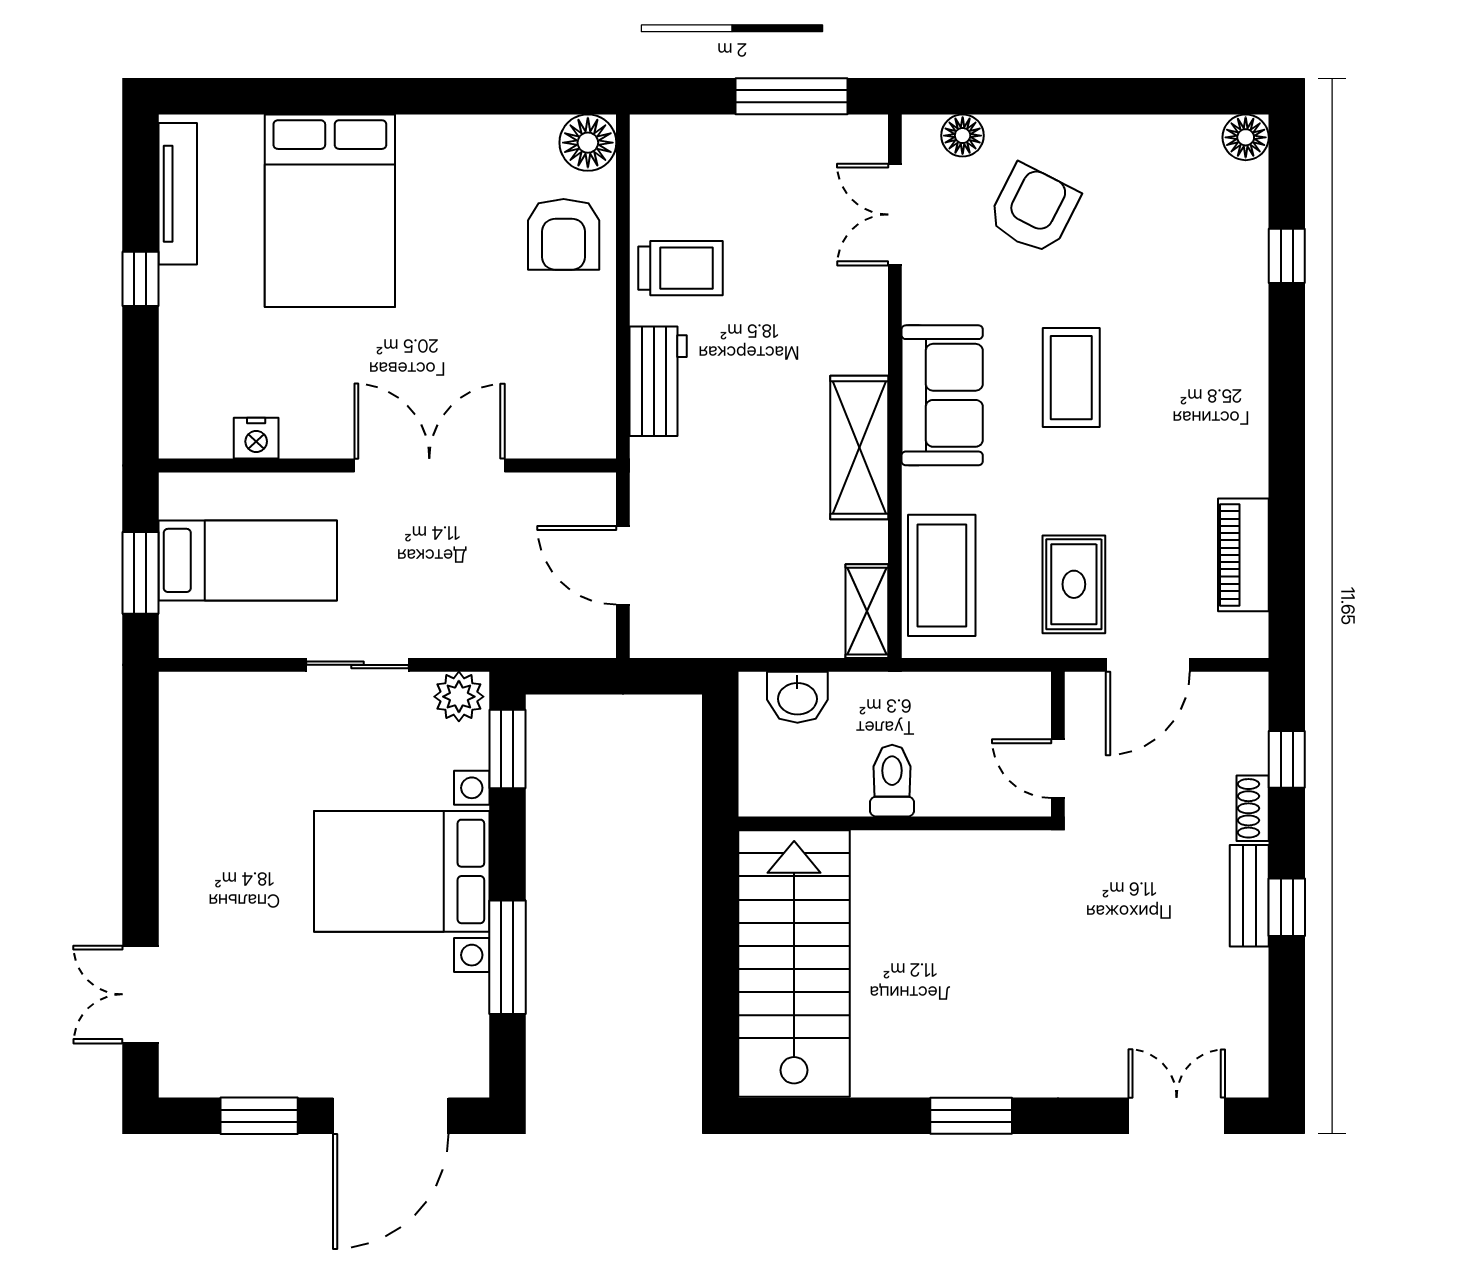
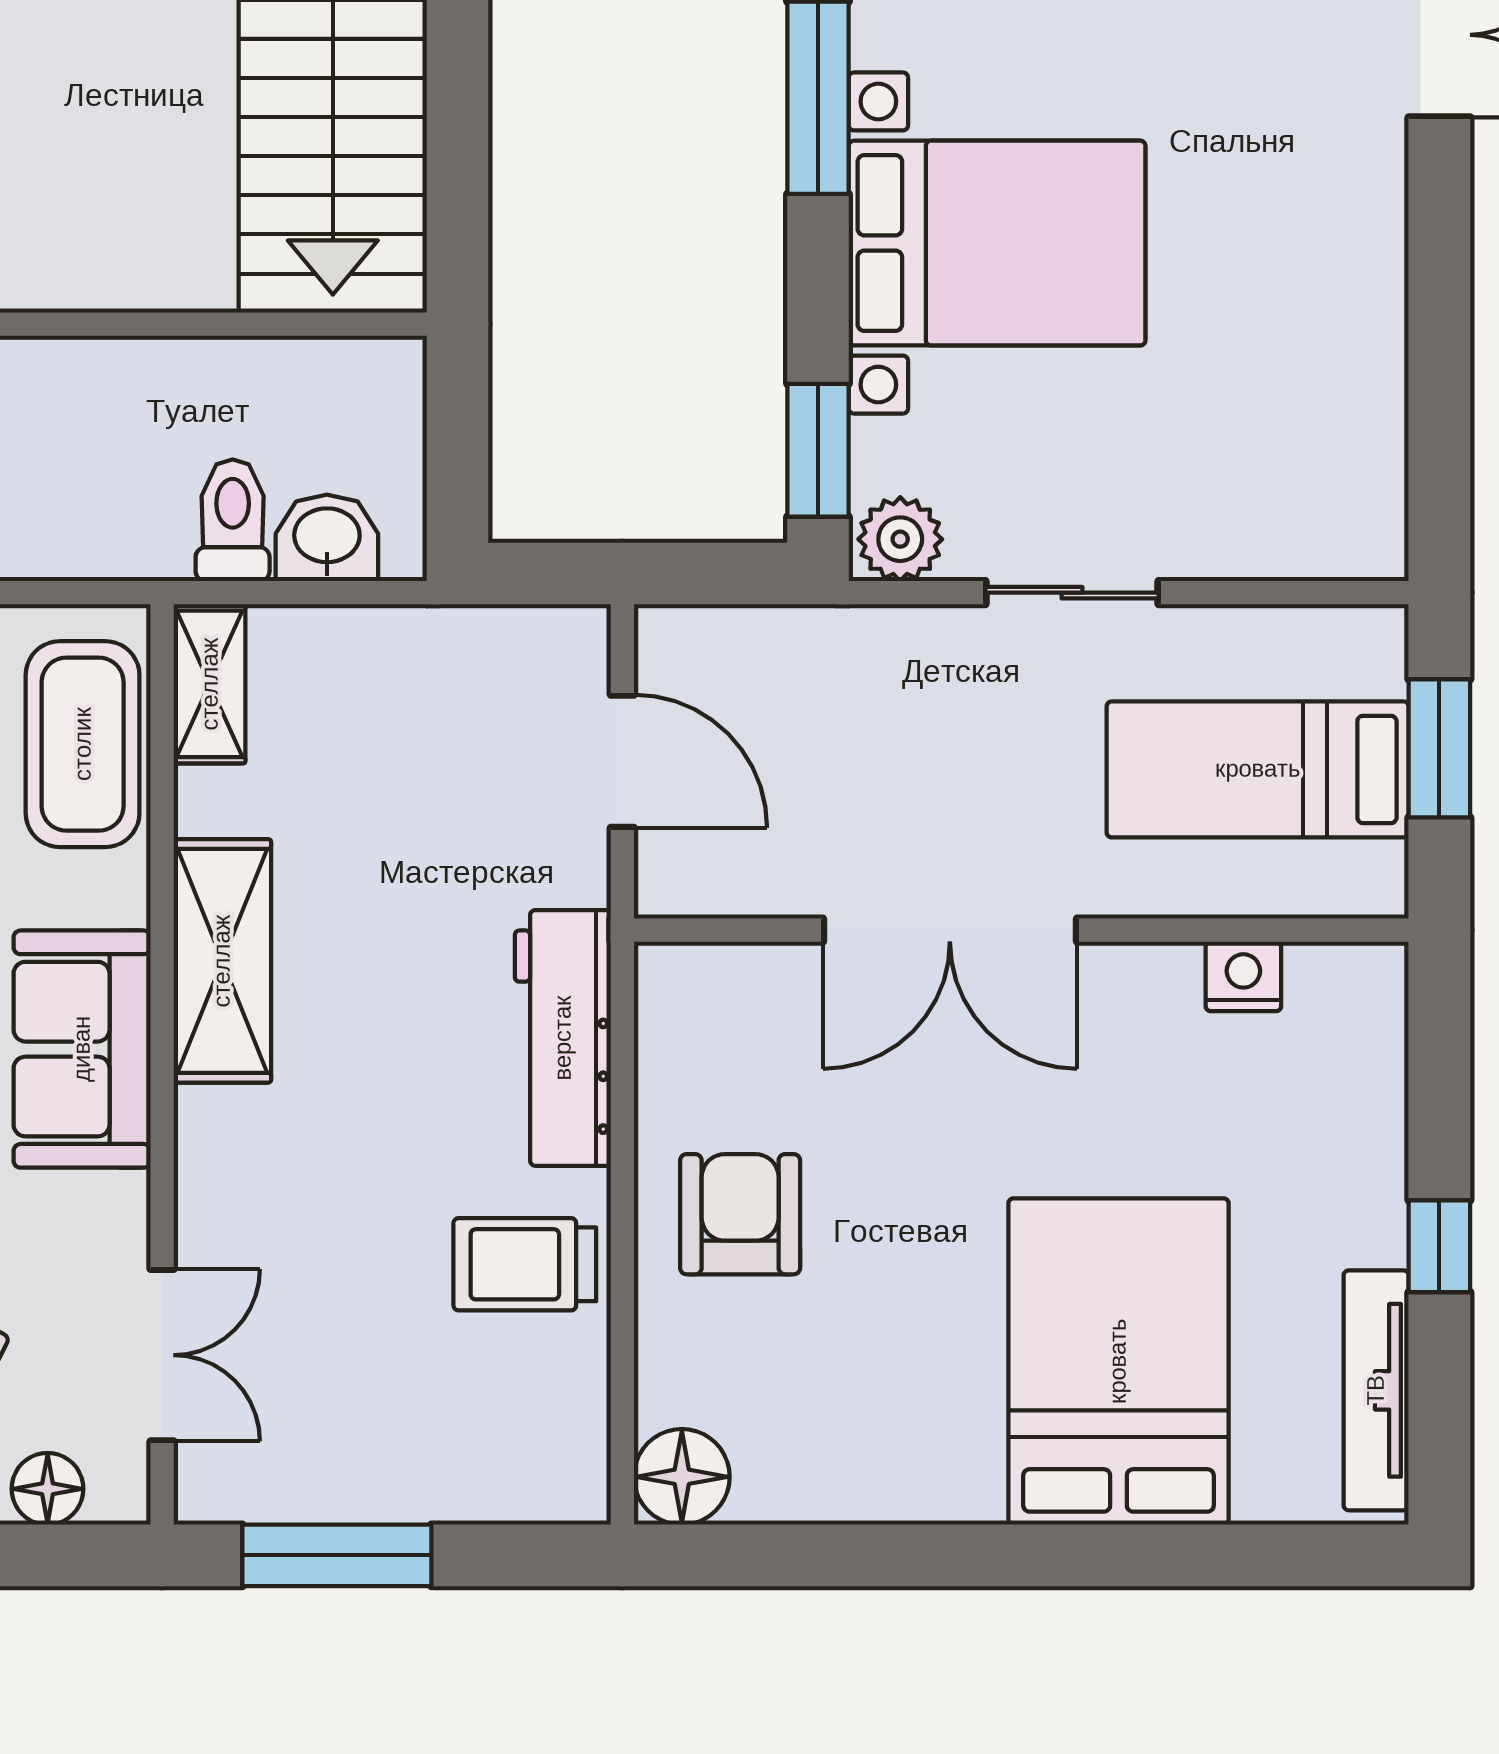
armchair: (564, 234) -> (740, 1214), moved
workbench: (658, 381) -> (563, 1038), width x1.37
toilet: (892, 781) -> (233, 520), moved, turned 180

